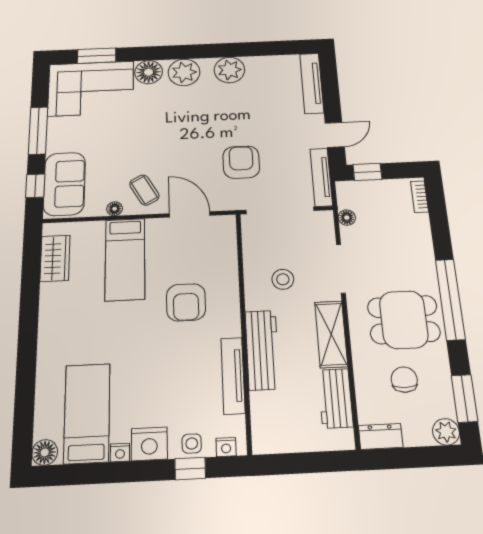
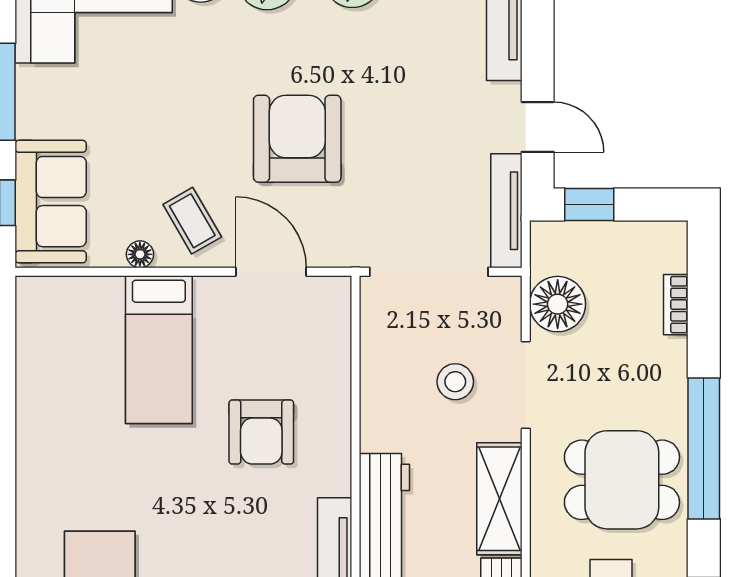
door: (335, 135) -> (538, 127), hinge flipped
armchair: (241, 162) -> (297, 139), moved, width x1.36, depth x1.36
bookcase: (419, 197) -> (676, 305), moved
floor lamp: (347, 218) -> (558, 304), width x1.89, depth x1.89
wardrobe: (55, 258) -> (39, 342), removed
stool: (283, 279) -> (455, 382), moved

